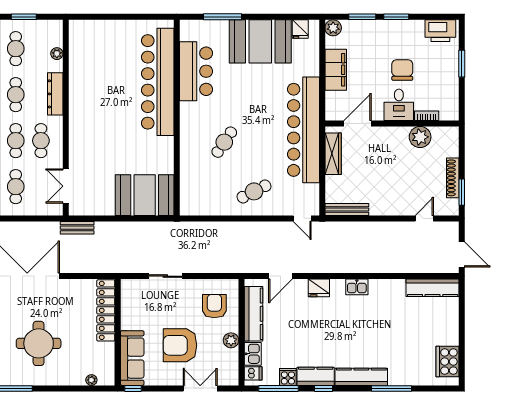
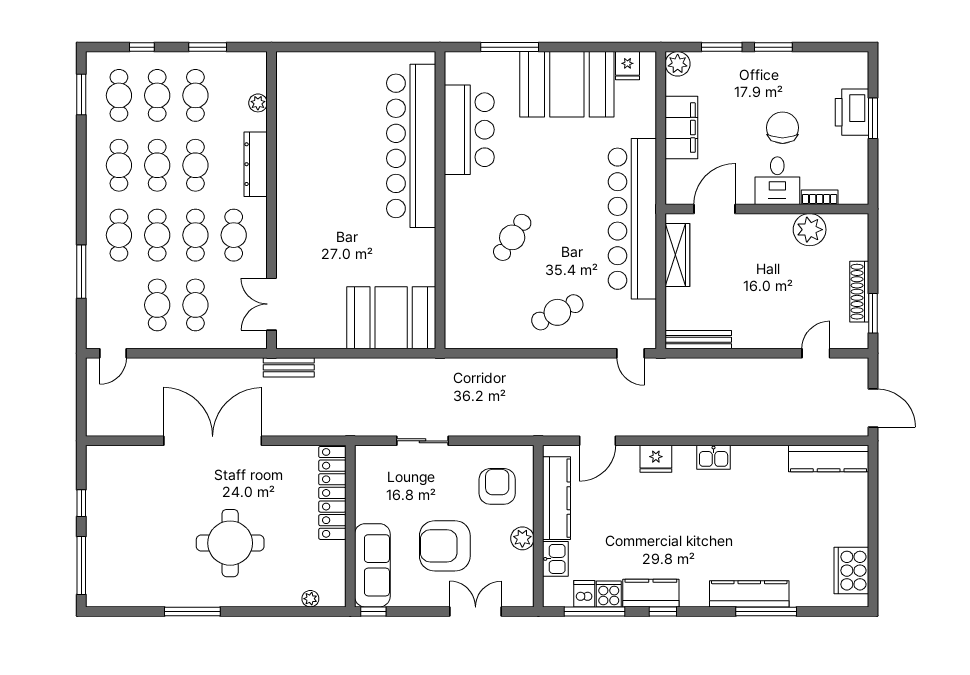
printer: (440, 31) -> (852, 112), moved, turned 90
dishwasher: (253, 373) -> (584, 594), moved, turned -90
kitchen counter: (361, 377) -> (749, 594), moved

